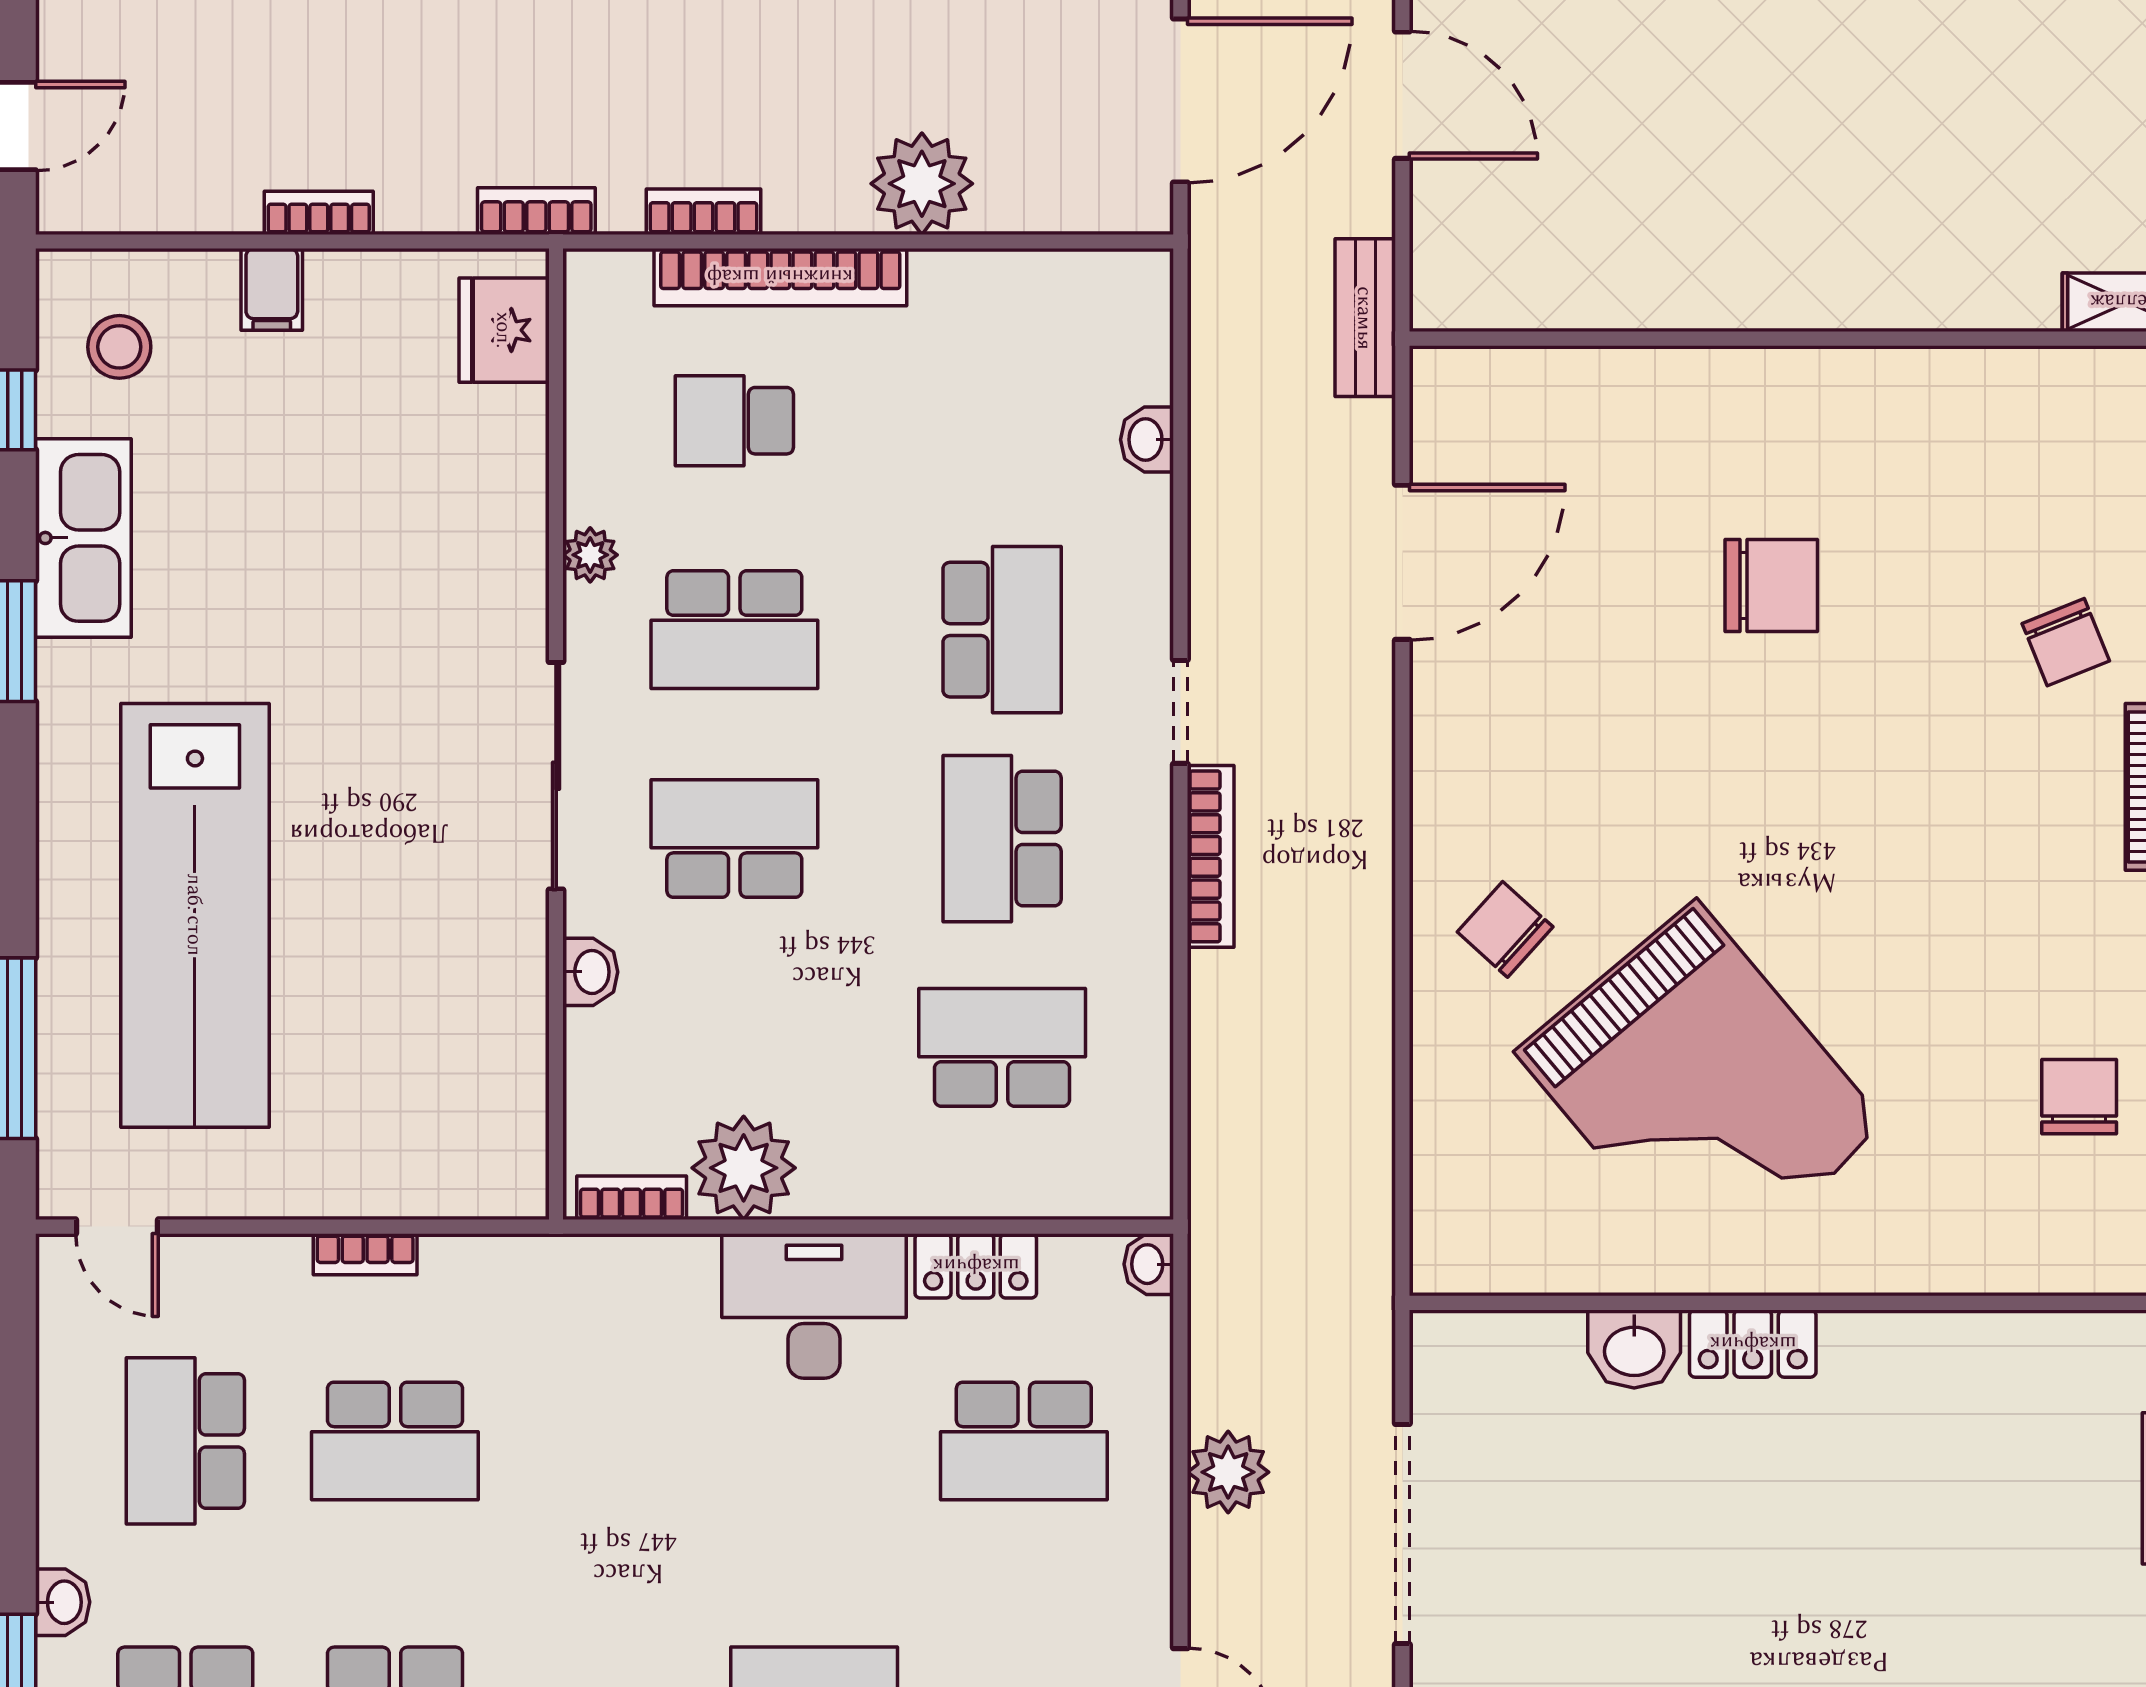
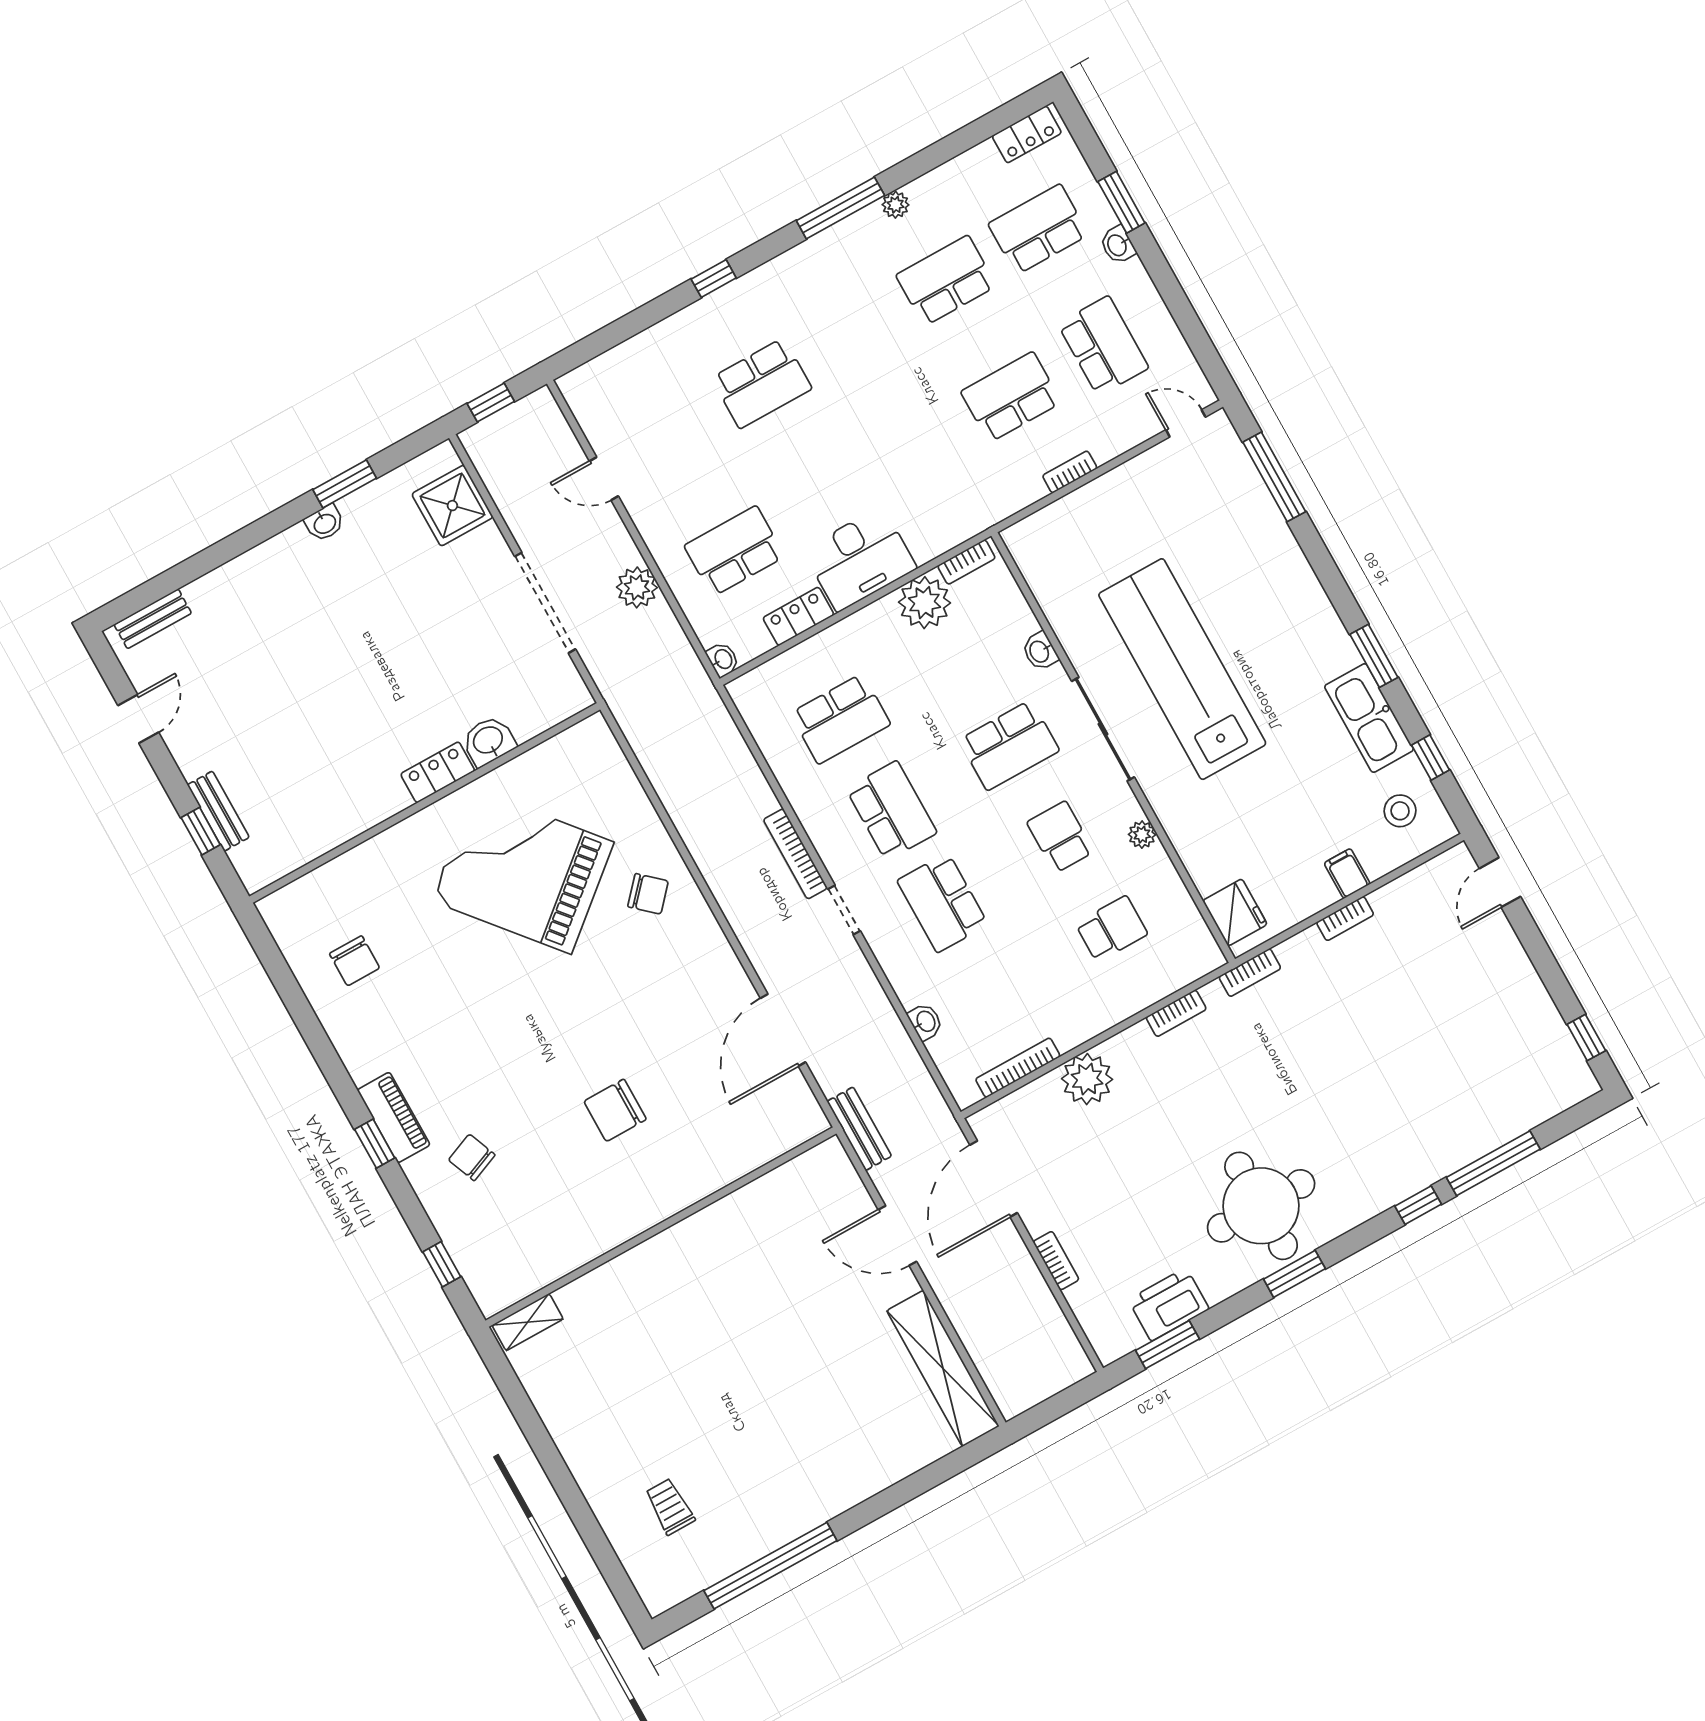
bookcase: (780, 277) -> (1018, 1068), moved, width x0.68, depth x0.76
school desk: (734, 630) -> (1060, 837), width x0.54
lab bench: (195, 915) -> (1182, 669), moved

